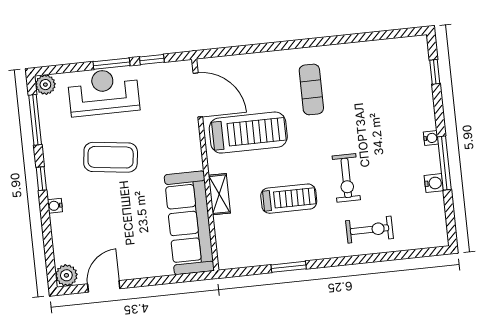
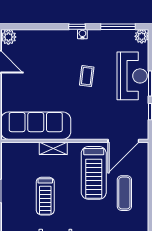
exercise mat: (311, 89) -> (124, 193), moved, turned 90
coffee table: (111, 157) -> (87, 76), width x0.54, depth x0.58
water cooler: (55, 206) -> (82, 34), moved

